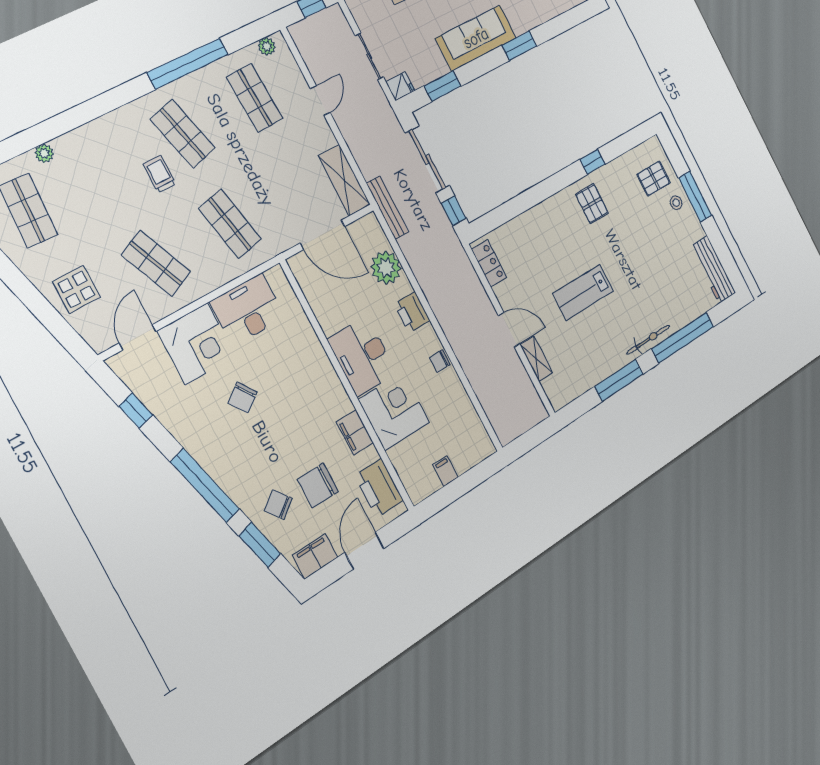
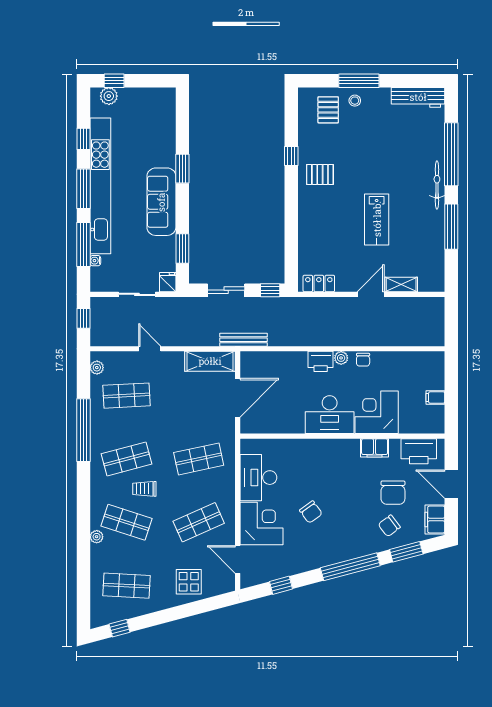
plant: (44, 153) -> (97, 537), moved
sliding door: (427, 159) -> (226, 290), width x0.73
shop shelf: (107, 171) -> (127, 522), added
plant: (386, 268) -> (341, 358), moved, width x0.53, depth x0.53

